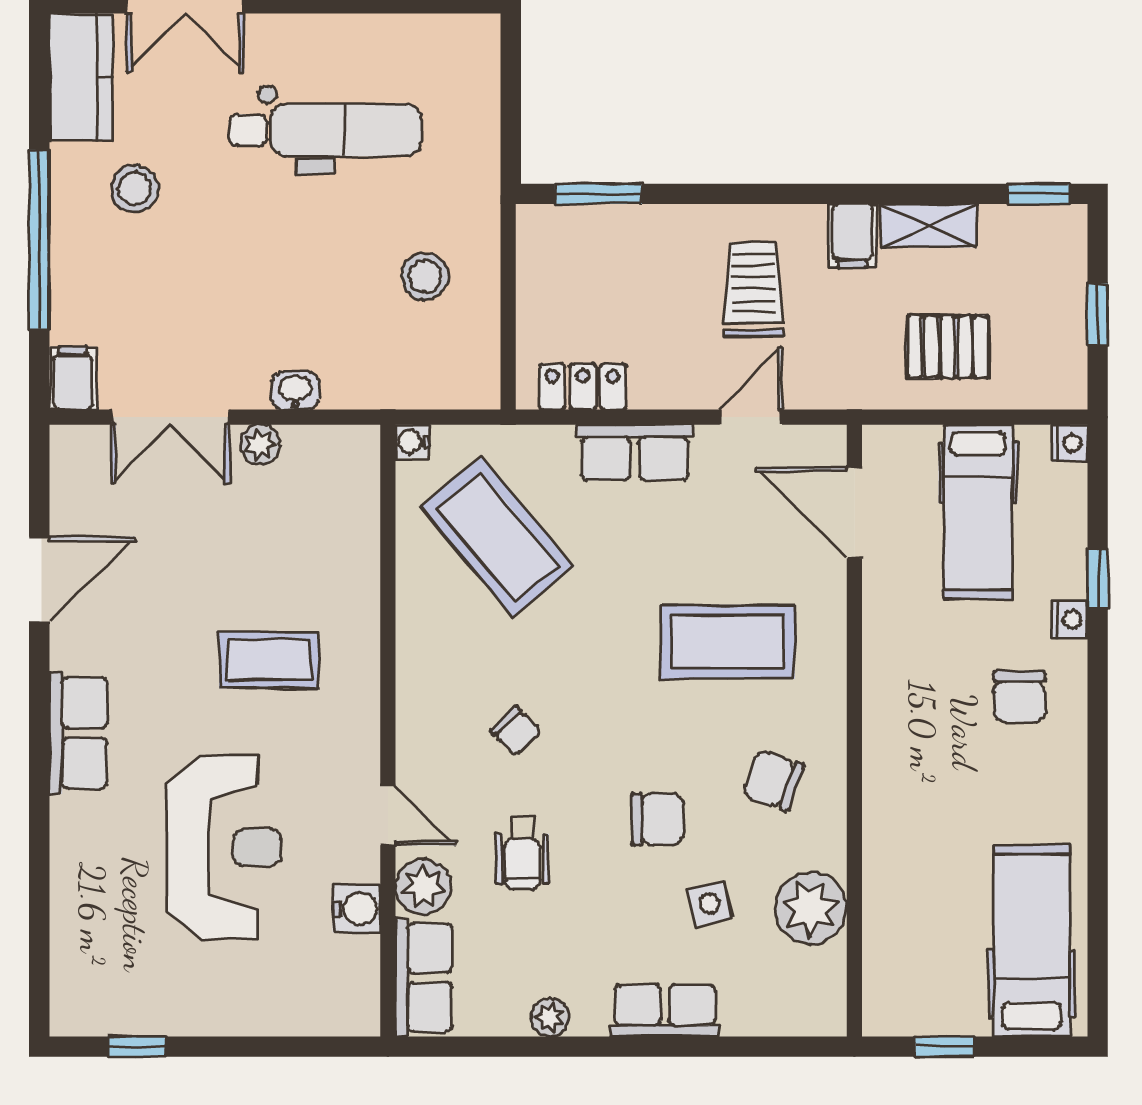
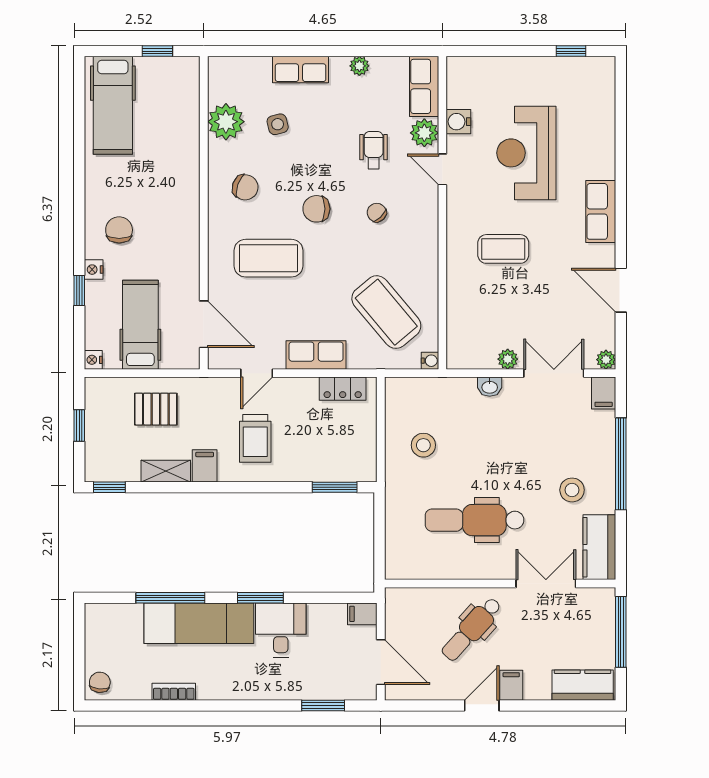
plant: (68, 443) -> (606, 360), added
door: (39, 579) -> (621, 290), hinge flipped
chair: (658, 819) -> (316, 209), moved

